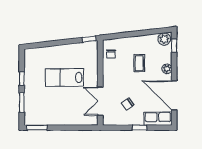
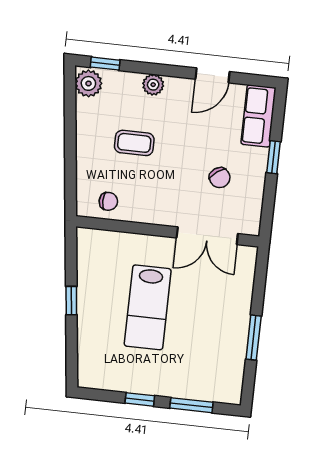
window: (89, 39) -> (71, 301), moved
door: (174, 96) -> (213, 75), width x0.53
window: (37, 128) -> (254, 338), moved

